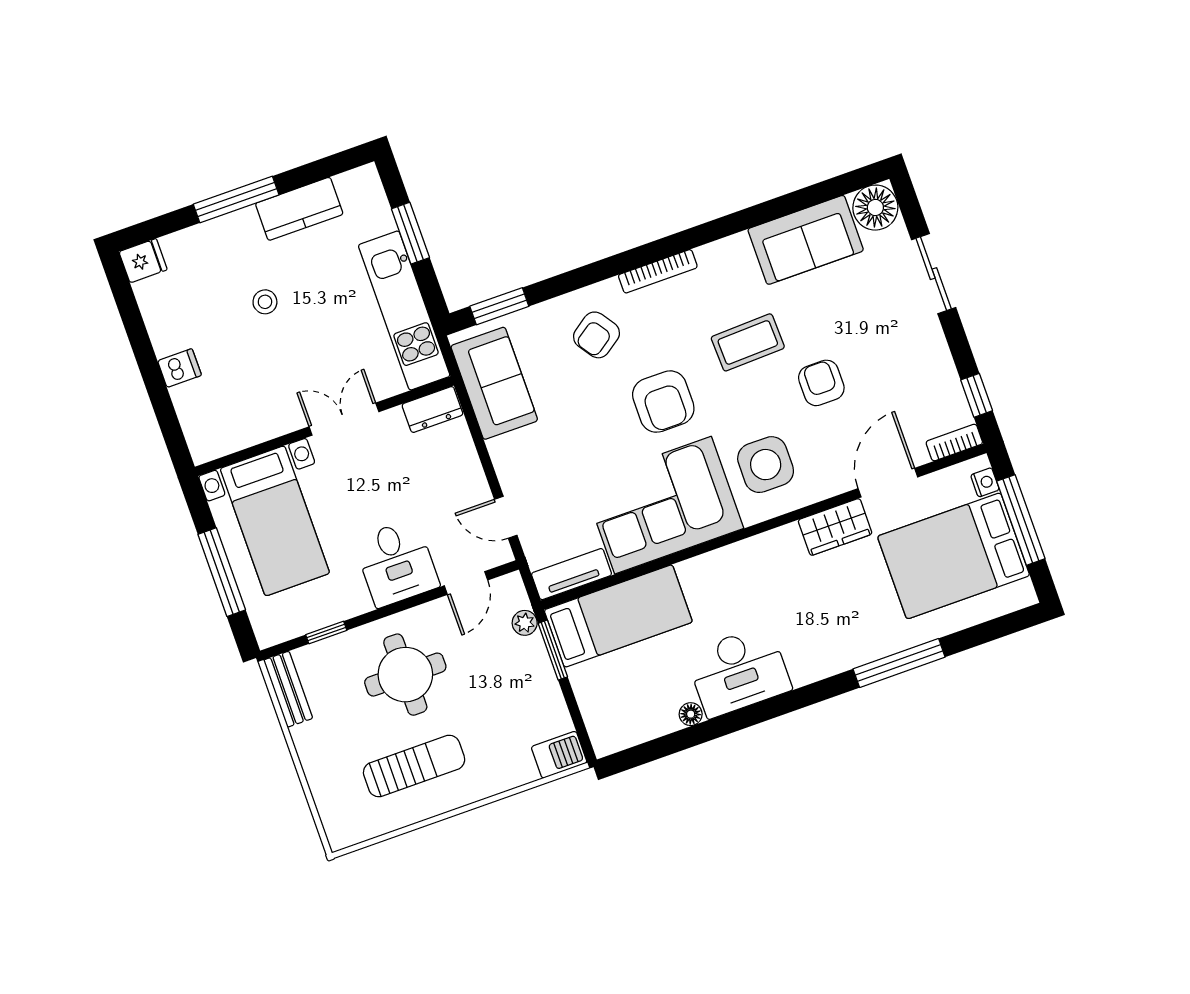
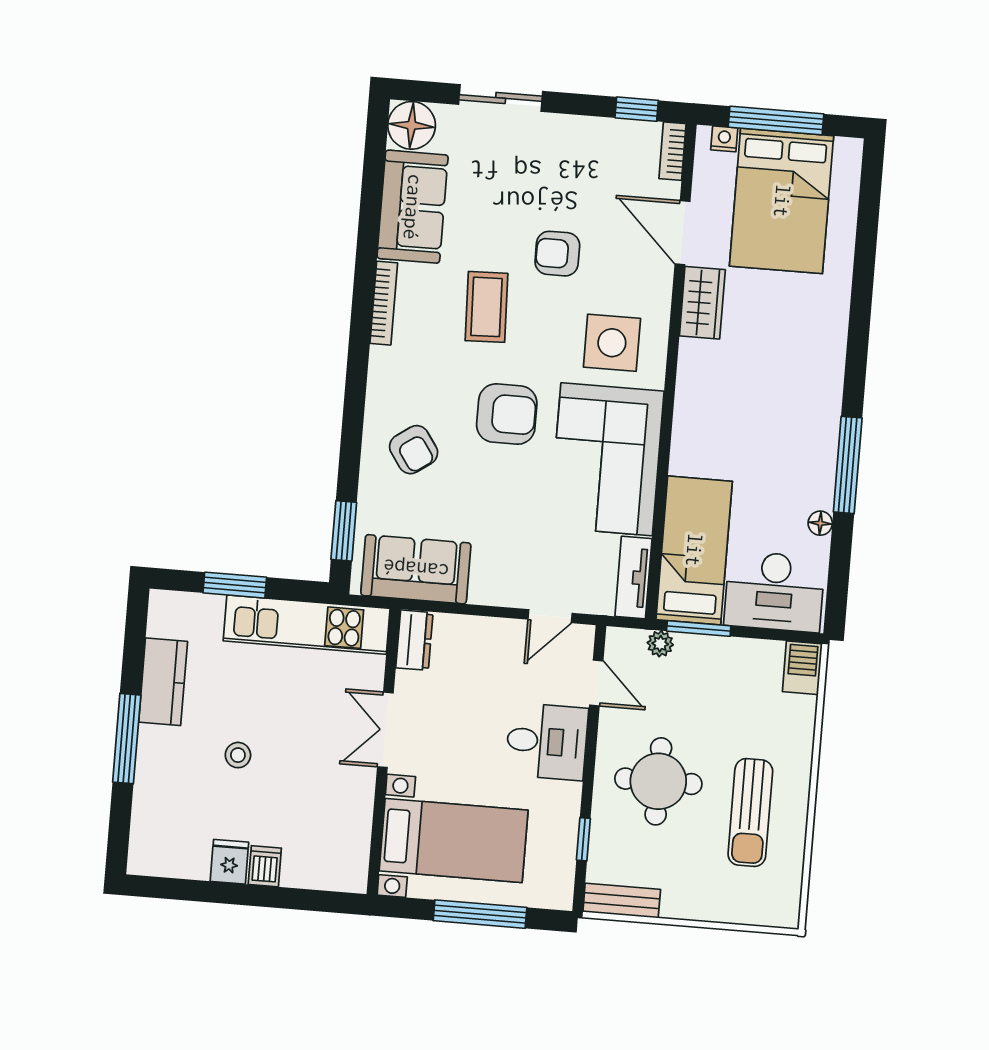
fridge: (143, 261) -> (229, 862), moved
bookcase: (658, 271) -> (384, 303), moved
window: (899, 663) -> (848, 465), moved
desk: (739, 671) -> (774, 591), moved, turned 90
sun lounger: (414, 766) -> (750, 813), turned 180

